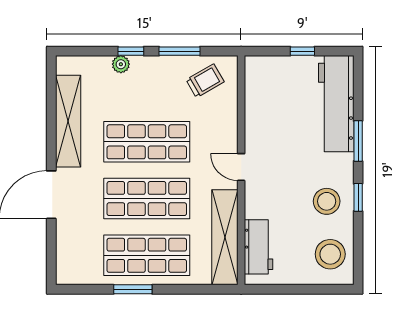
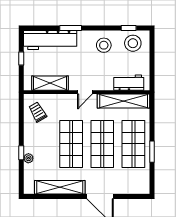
window: (180, 51) -> (21, 126), removed
shelving: (258, 103) -> (50, 83), added
window: (358, 197) -> (129, 28), moved

